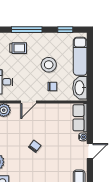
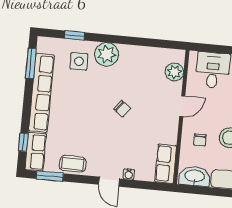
door: (29, 102) -> (182, 106), swing flipped
row of seats: (80, 118) -> (166, 164), moved, turned -90

